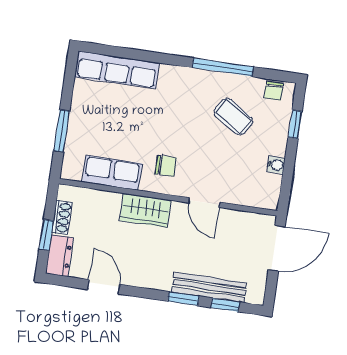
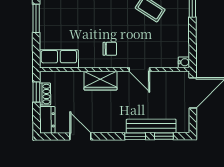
window: (62, 131) -> (36, 18), moved
water cooler: (276, 165) -> (184, 62), moved
row of seats: (112, 173) -> (59, 59), moved
window: (46, 235) -> (36, 92), moved

